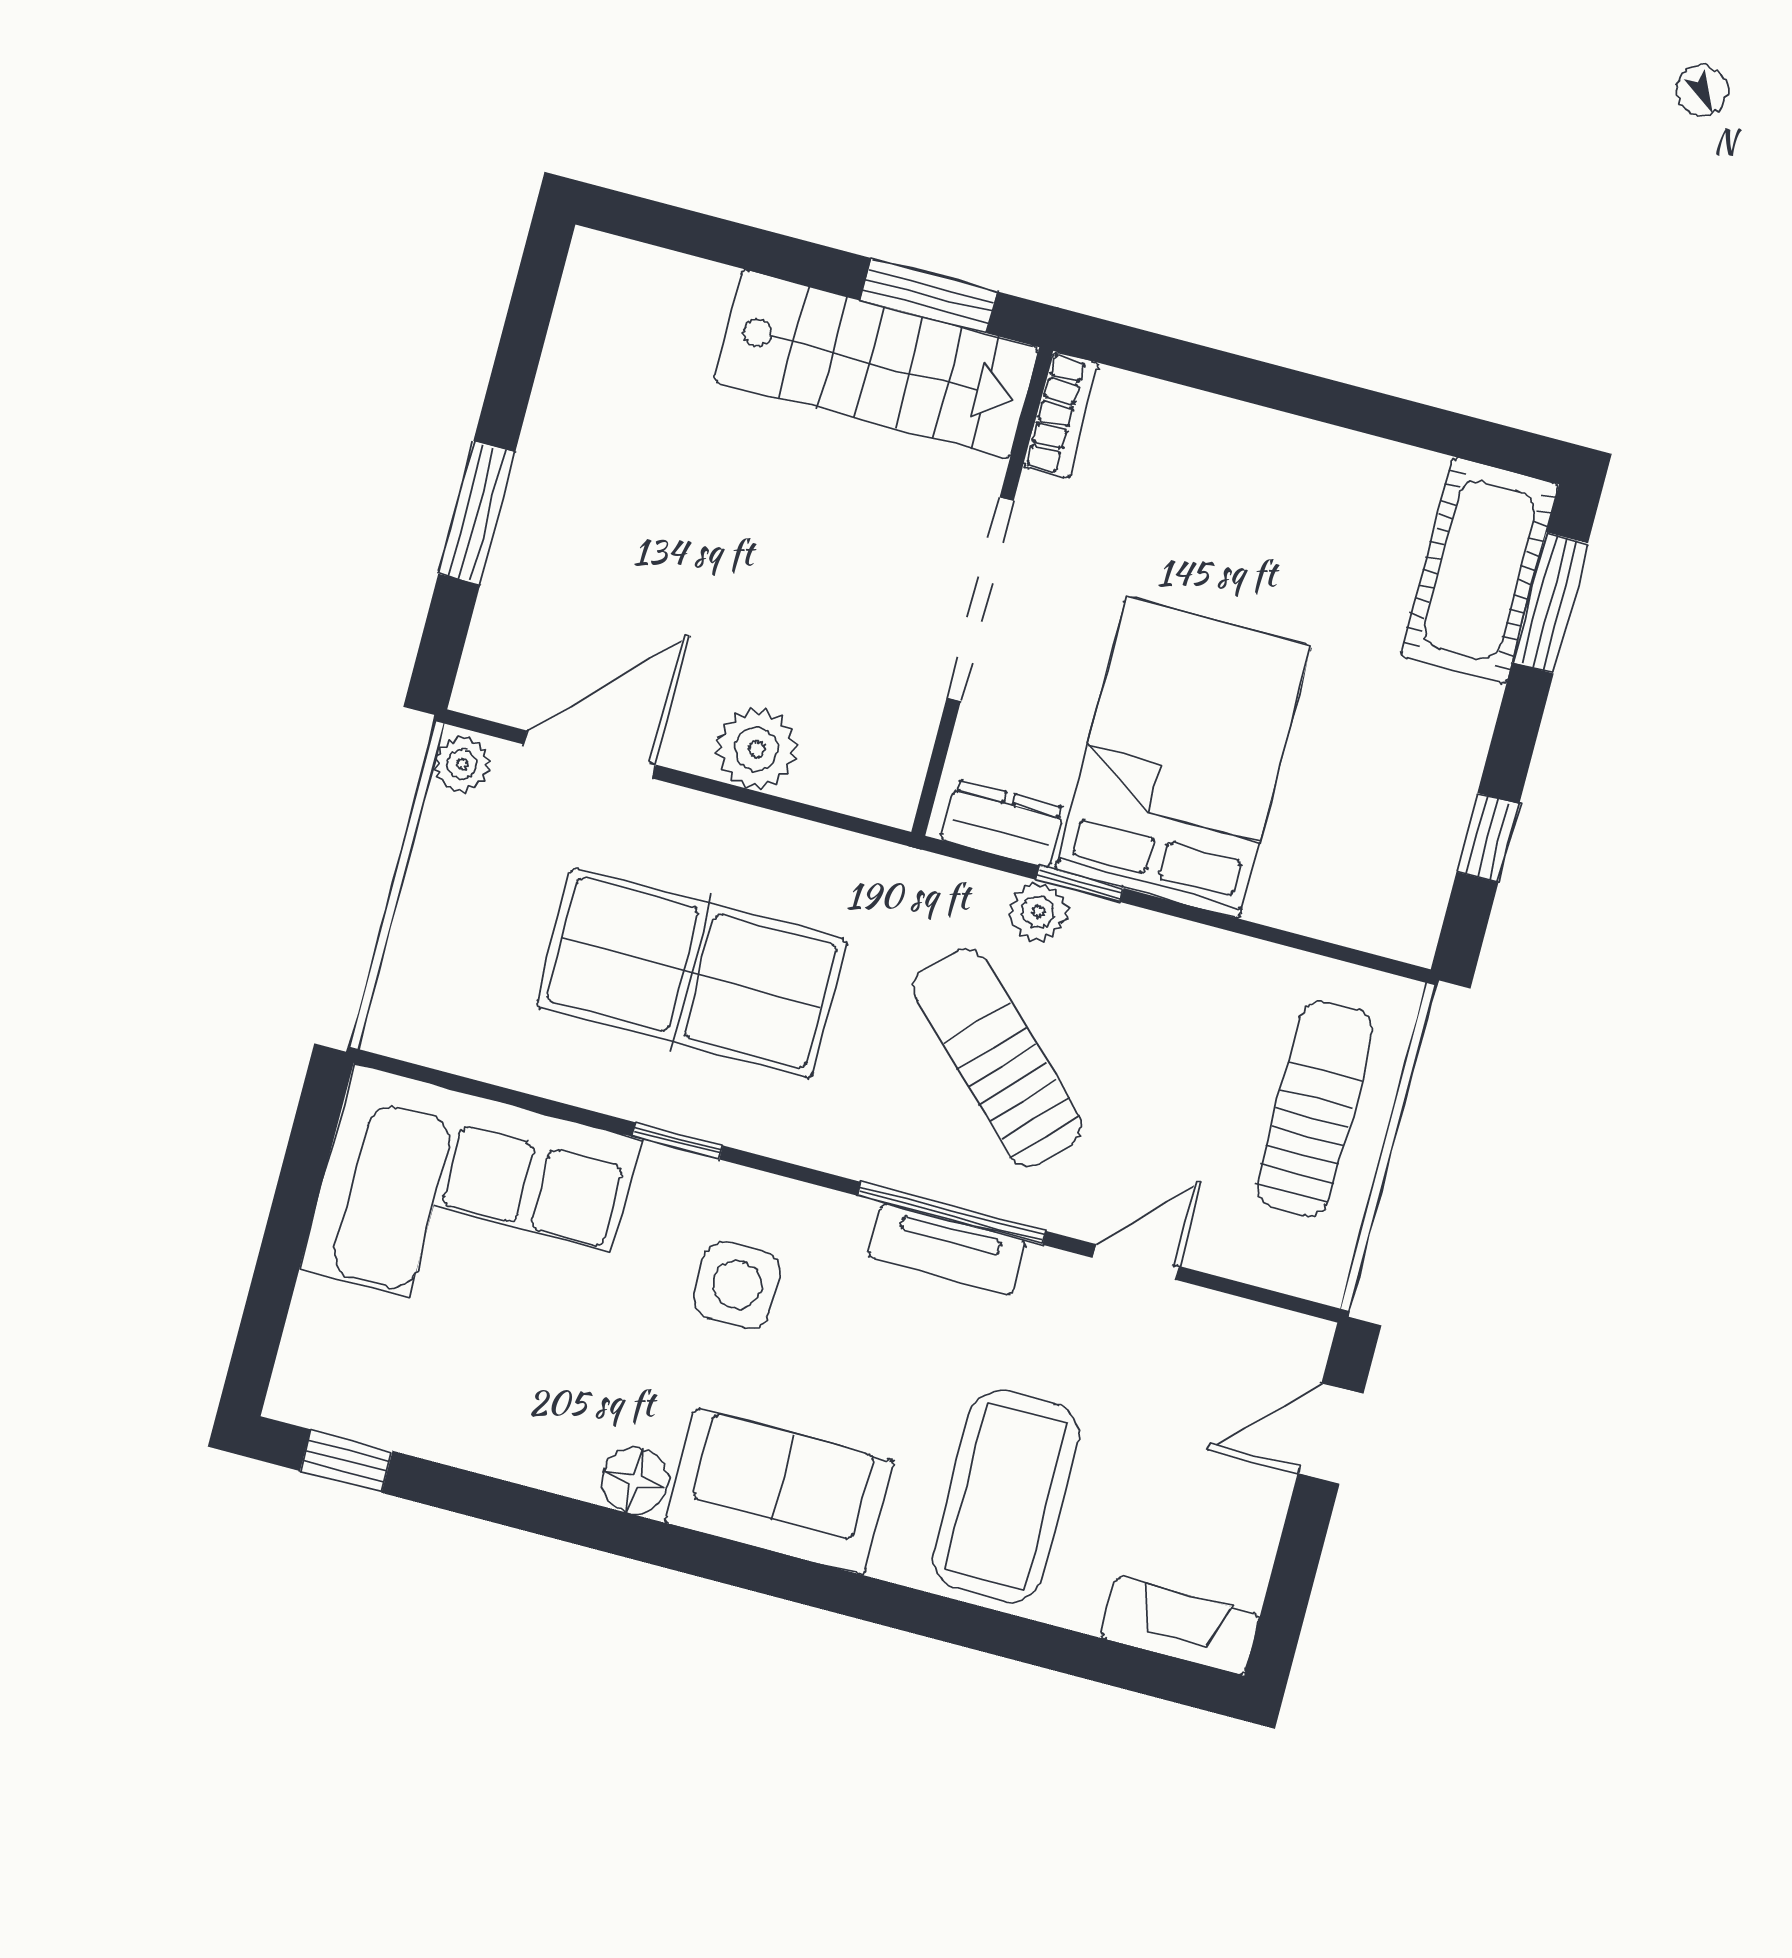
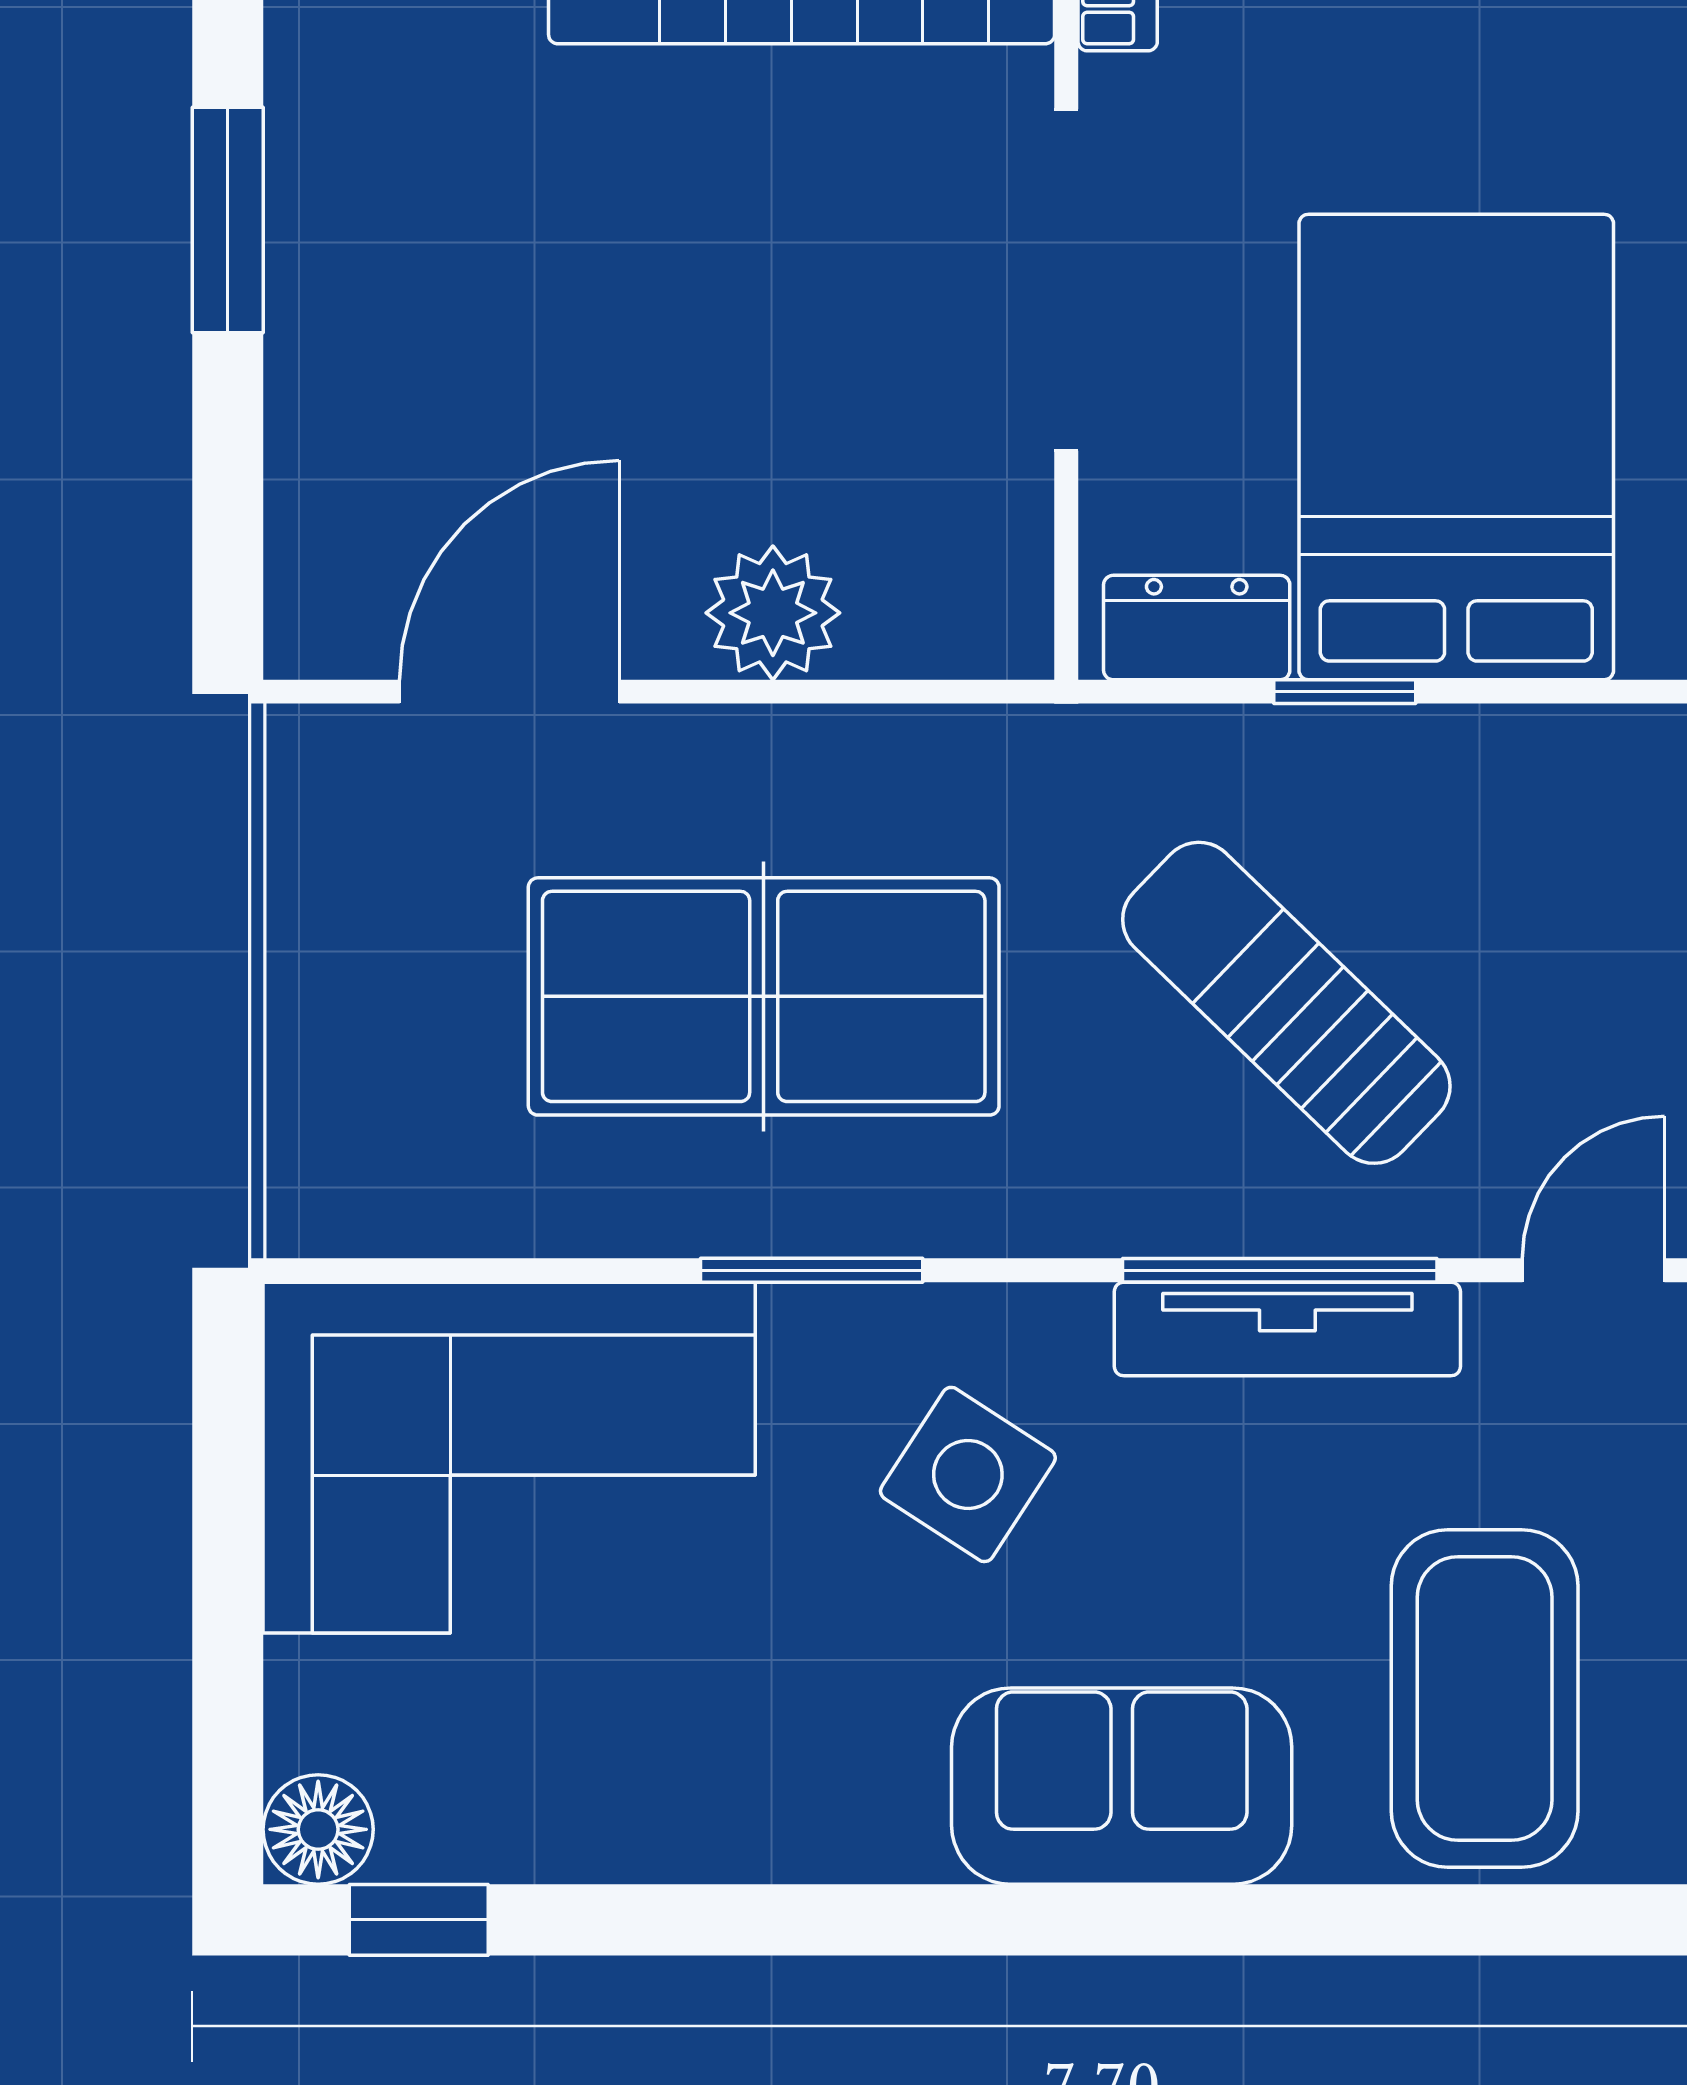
window: (477, 513) -> (228, 220), moved
plant: (462, 764) -> (309, 761), removed
plant: (1038, 911) -> (1290, 753), removed
window: (677, 1141) -> (812, 1270), width x1.50
tv unit: (947, 1249) -> (1287, 1329), width x1.41
side table: (737, 1285) -> (968, 1474), turned 33
floor lamp: (635, 1481) -> (318, 1829), moved

